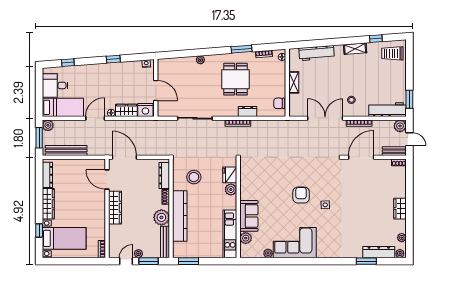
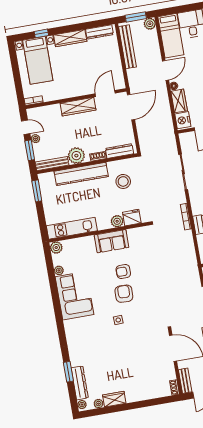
door: (95, 118) -> (166, 70), hinge flipped
armchair: (280, 192) -> (123, 271), added
armchair: (301, 195) -> (124, 294), turned -88
wardrobe: (400, 209) -> (114, 399), moved
sofa: (249, 216) -> (112, 241), moved
plant: (246, 238) -> (56, 248), moved

